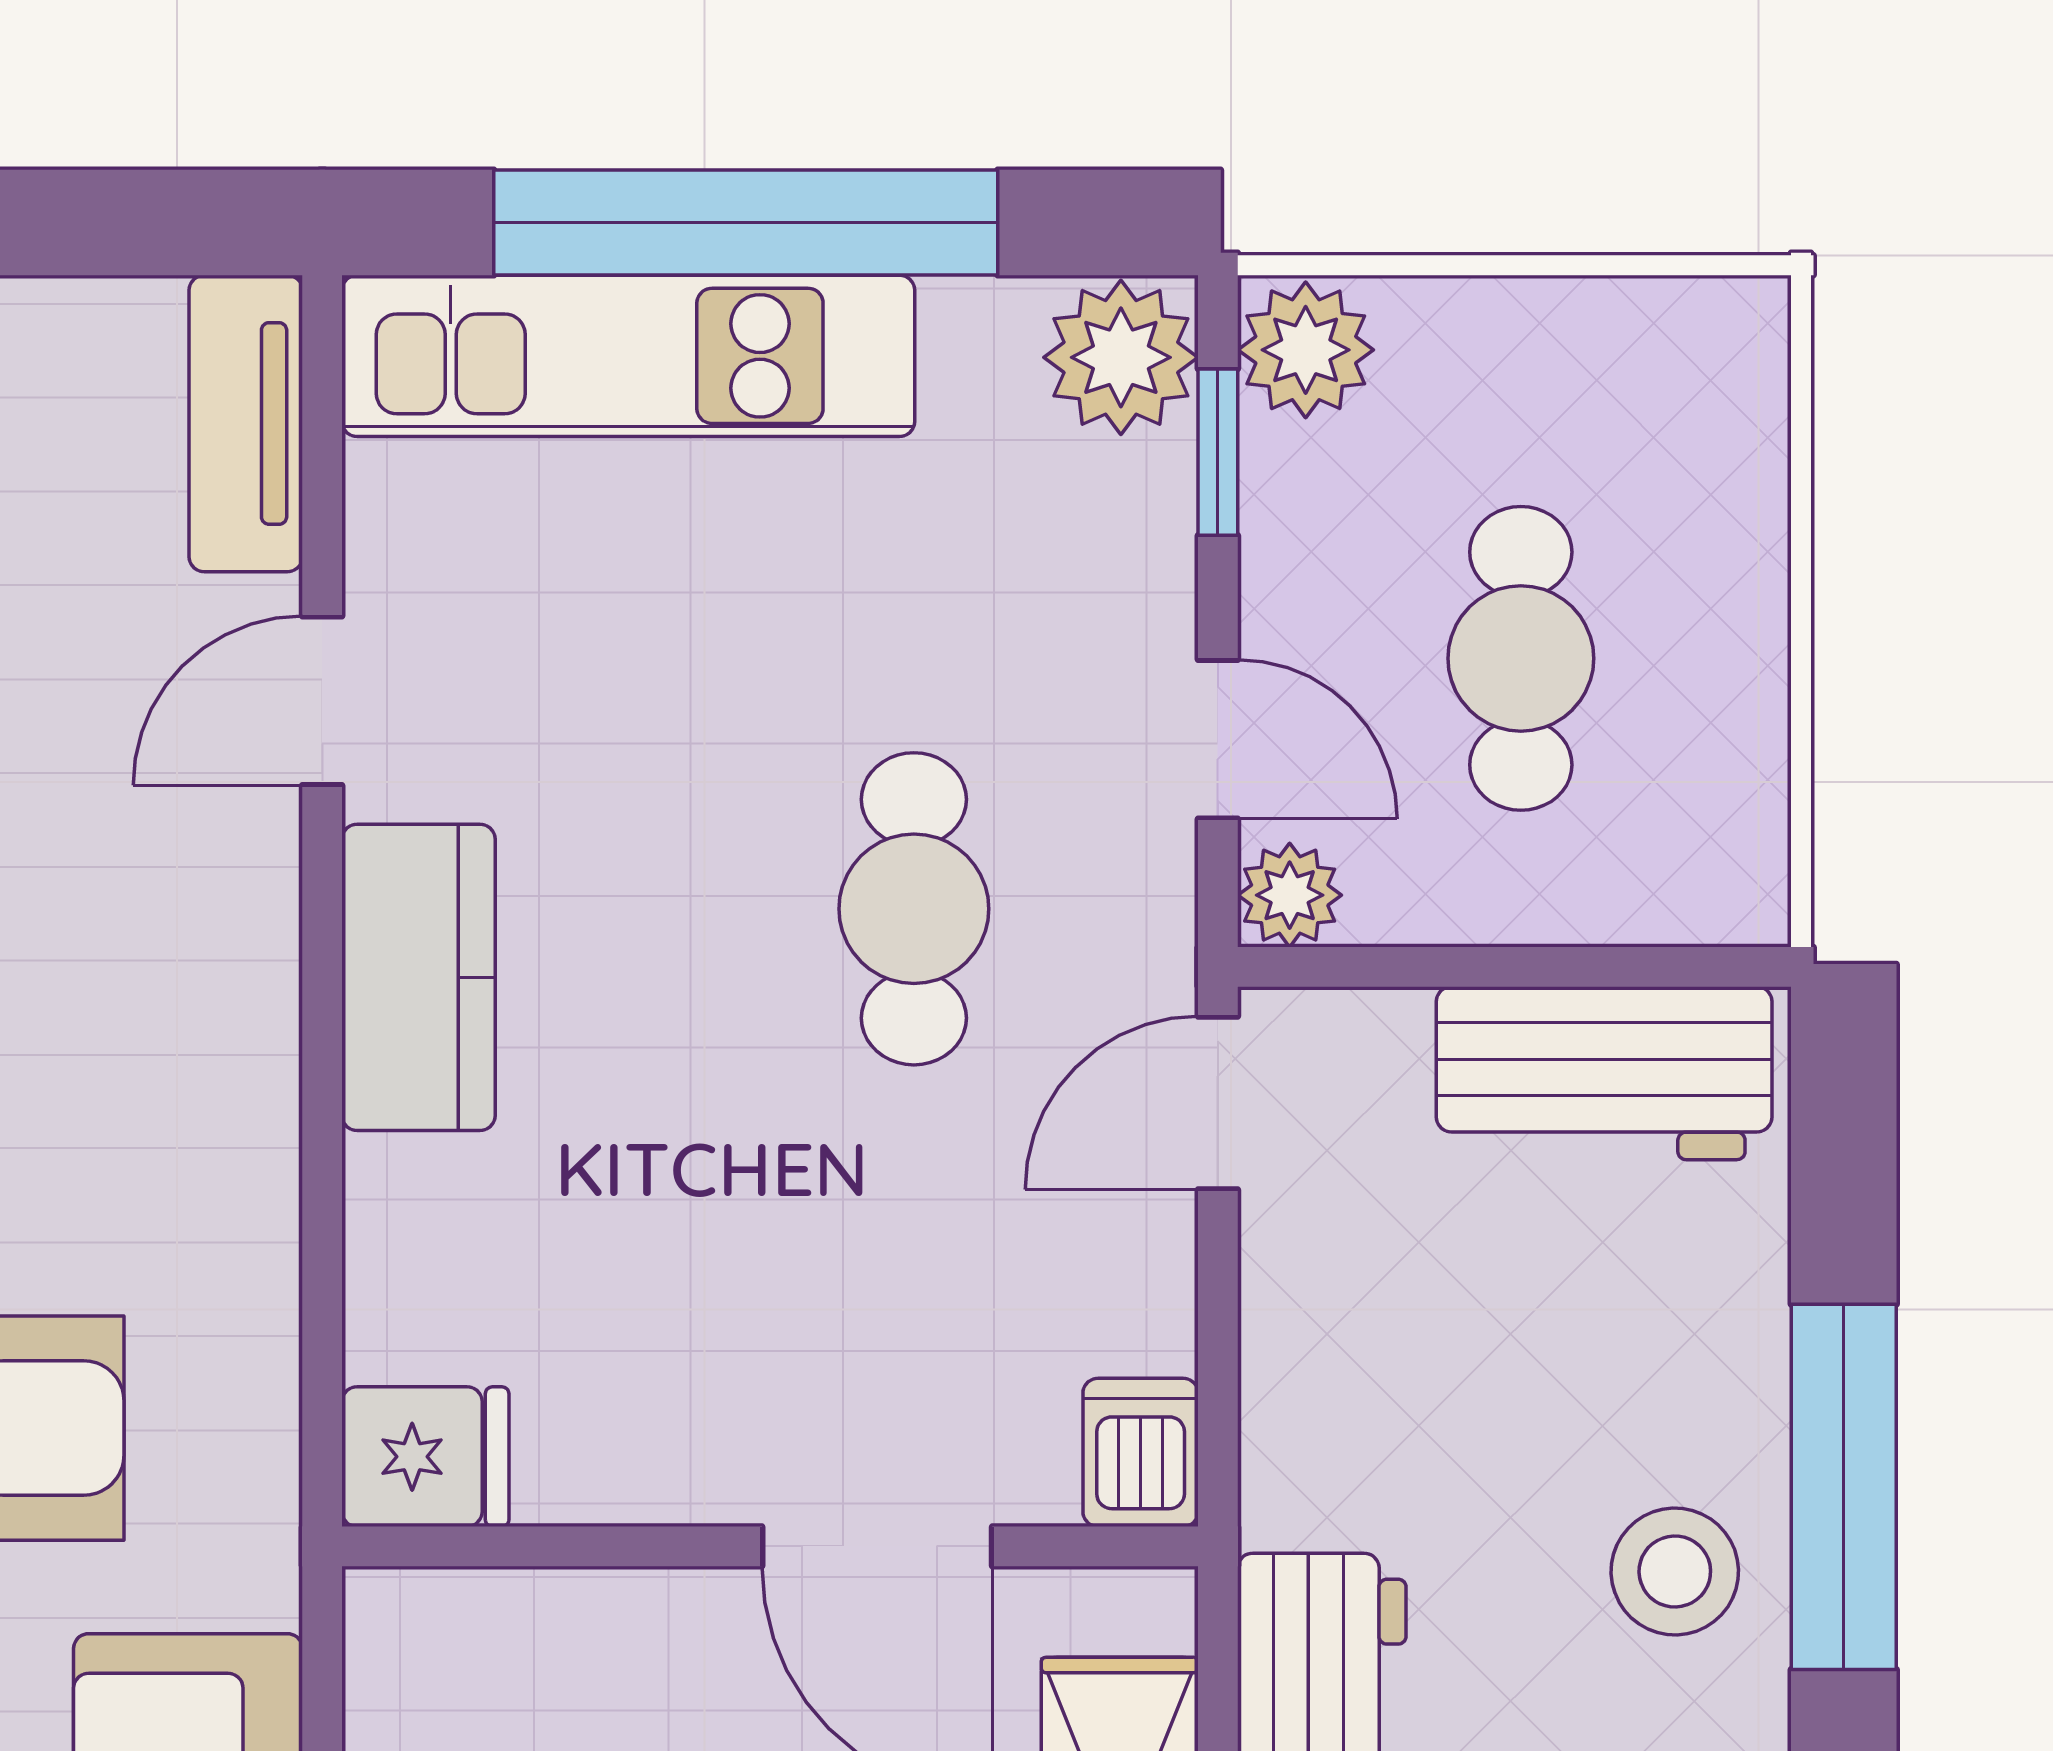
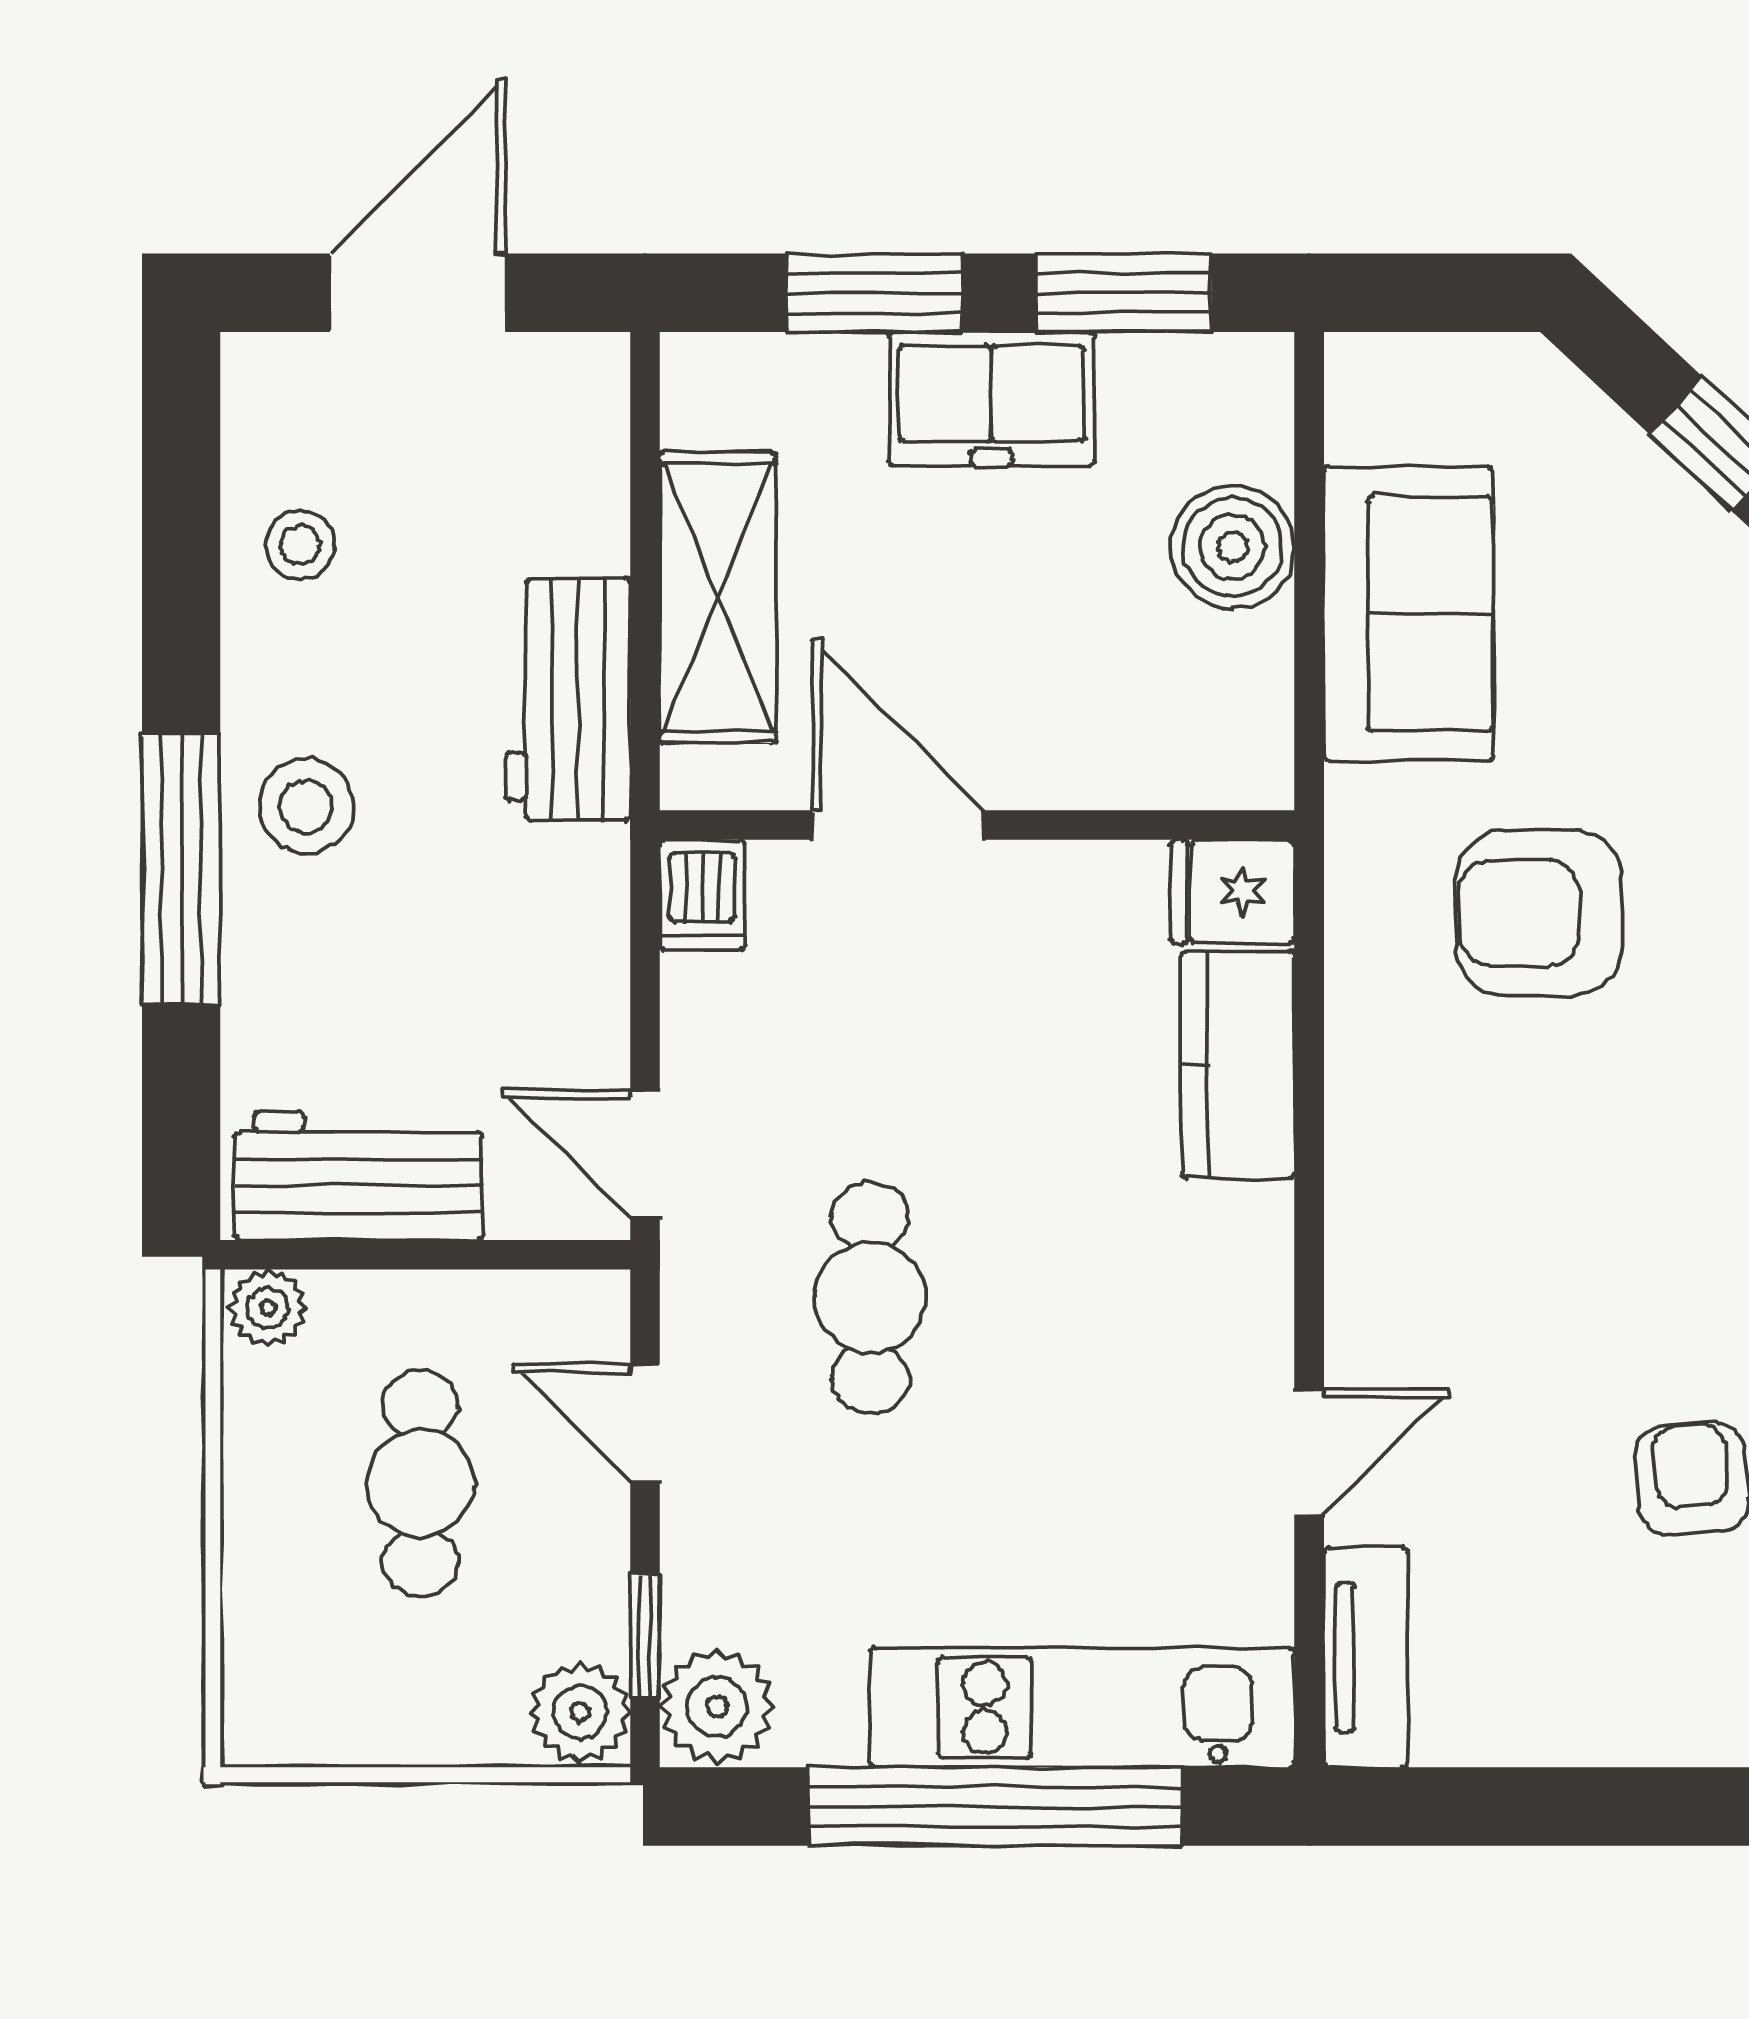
plant: (1290, 895) -> (268, 1308), moved
kitchen counter: (418, 977) -> (1238, 1065), moved
door: (1218, 1103) -> (645, 1154), swing flipped

